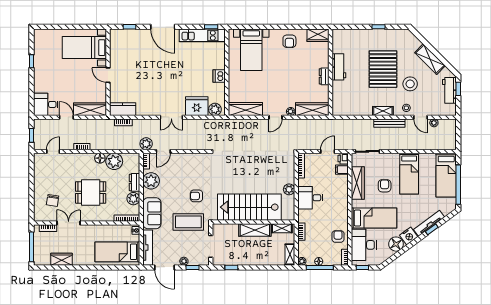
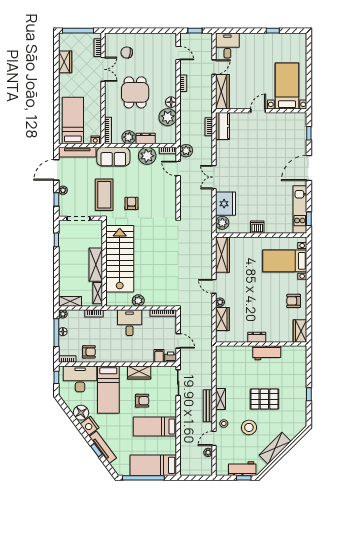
pallet: (383, 69) -> (264, 399), width x0.73, depth x0.71
wardrobe: (312, 109) -> (222, 319), width x0.67
wardrobe: (358, 183) -> (139, 372), width x0.67

